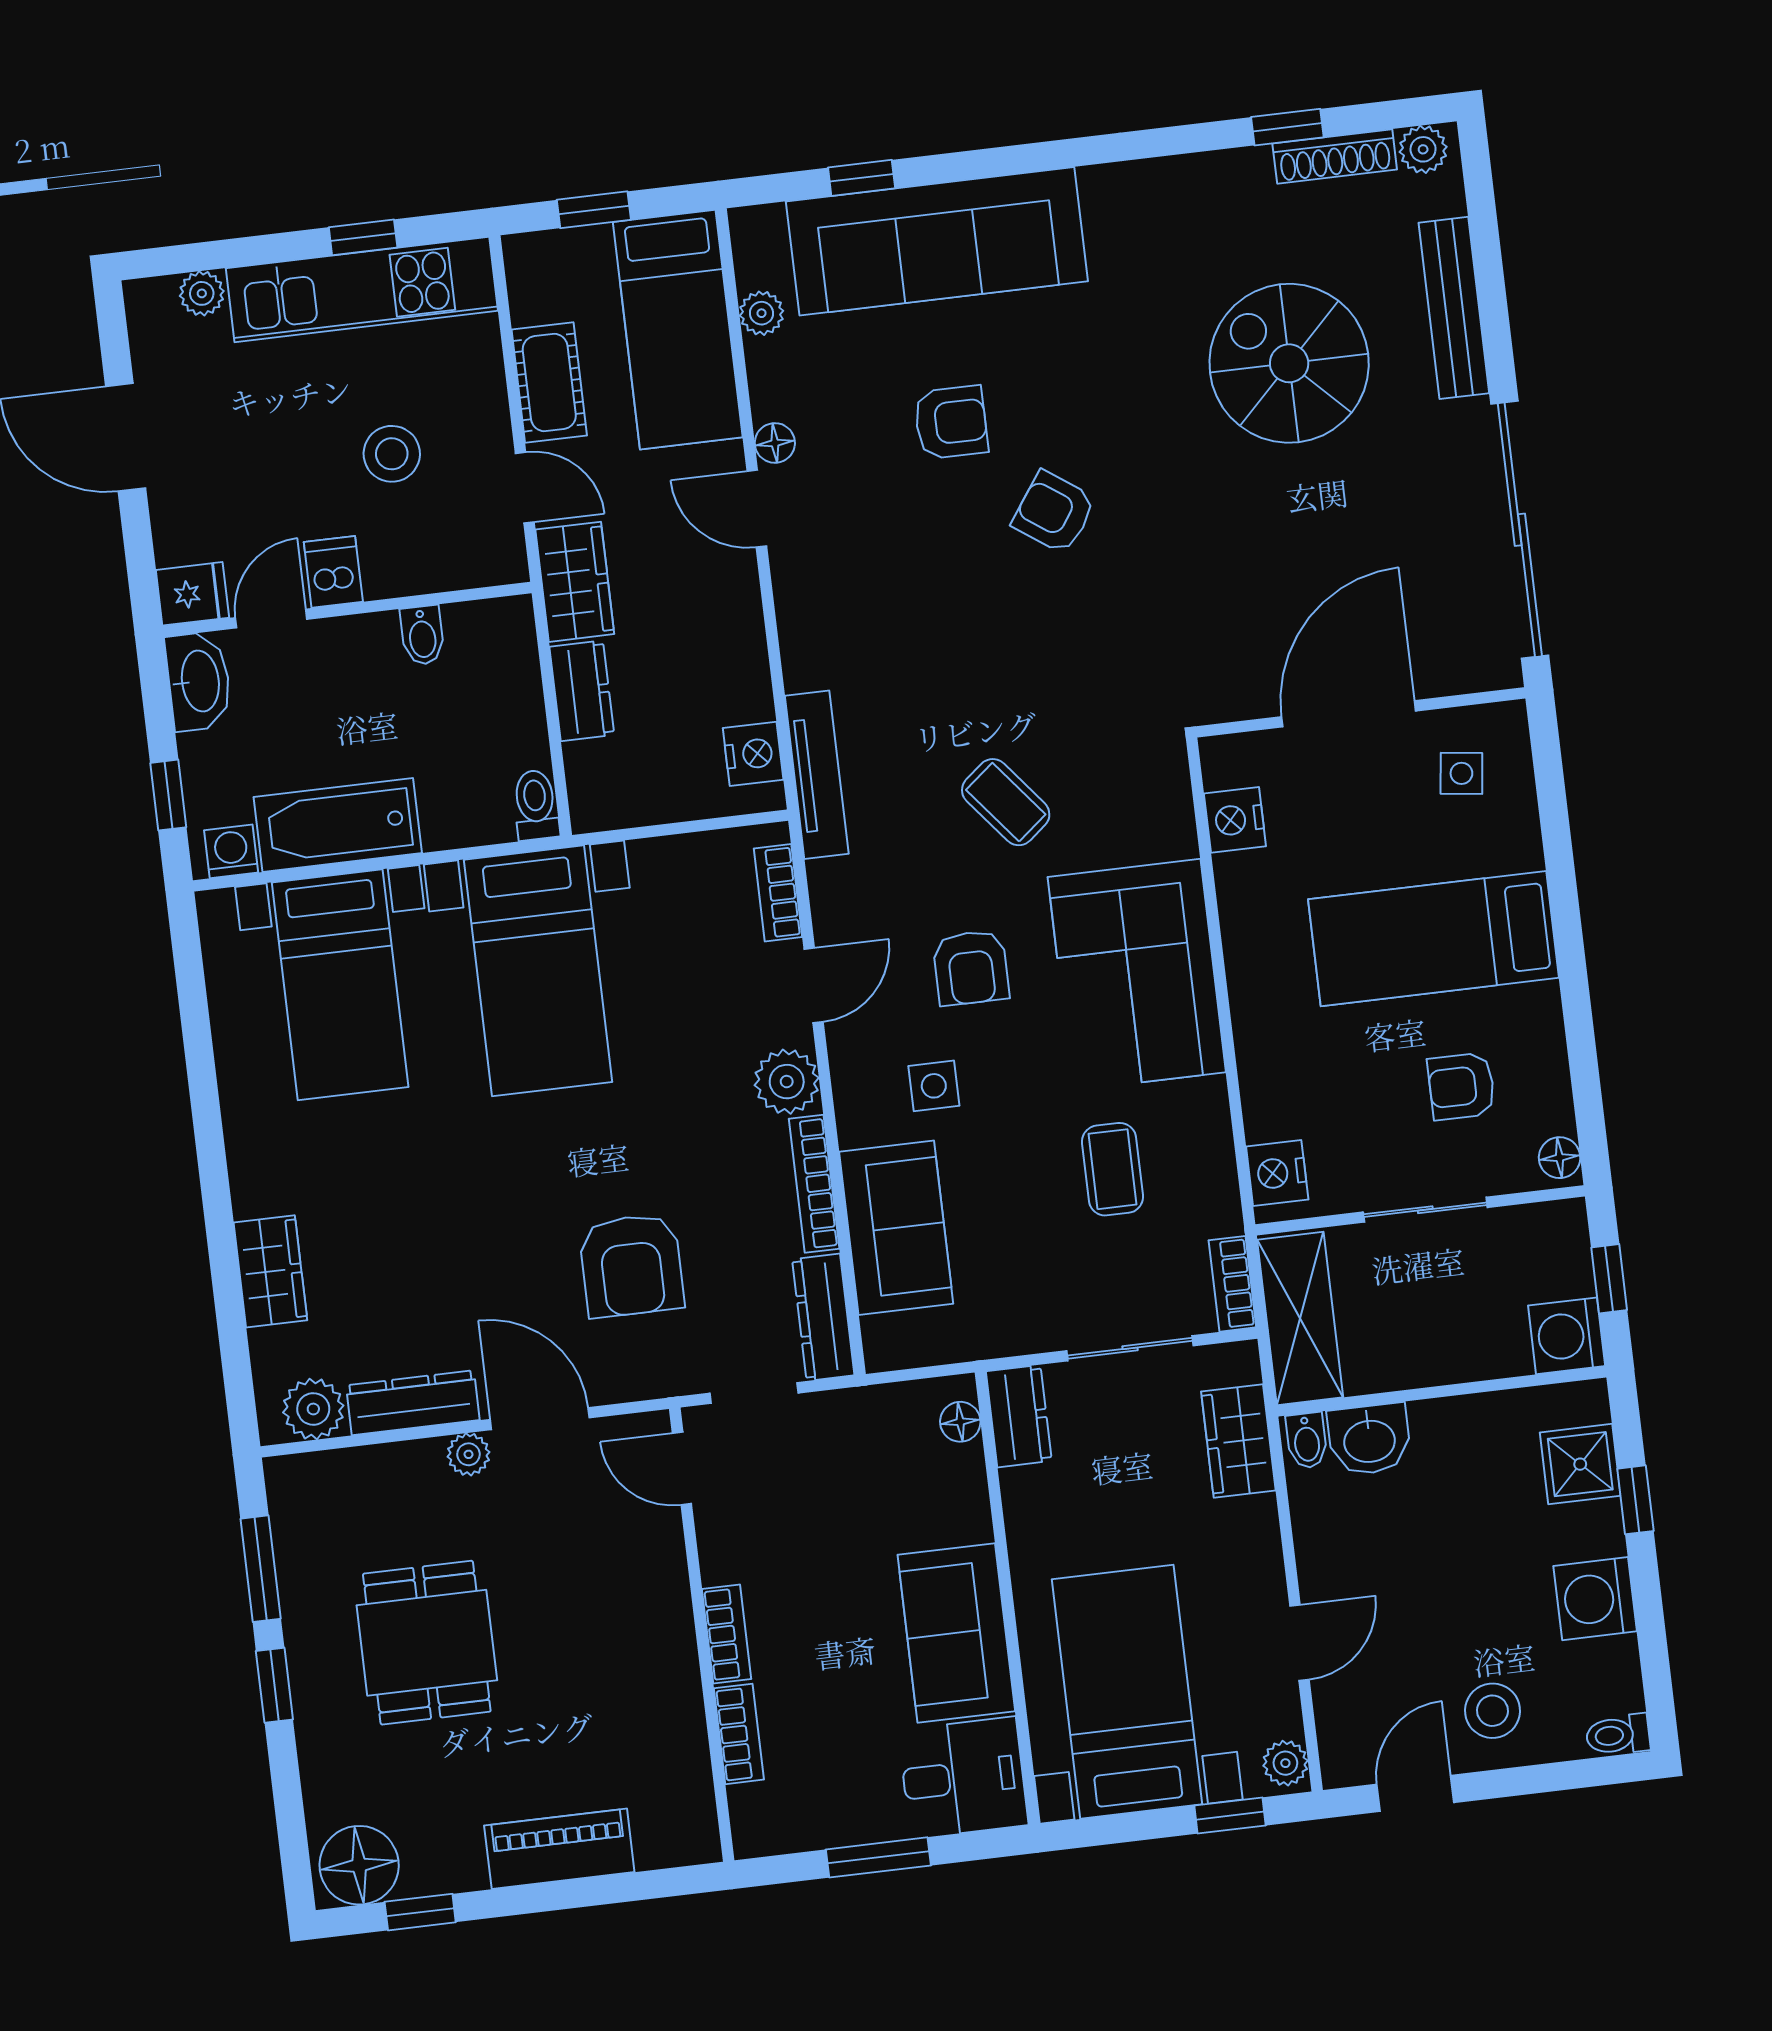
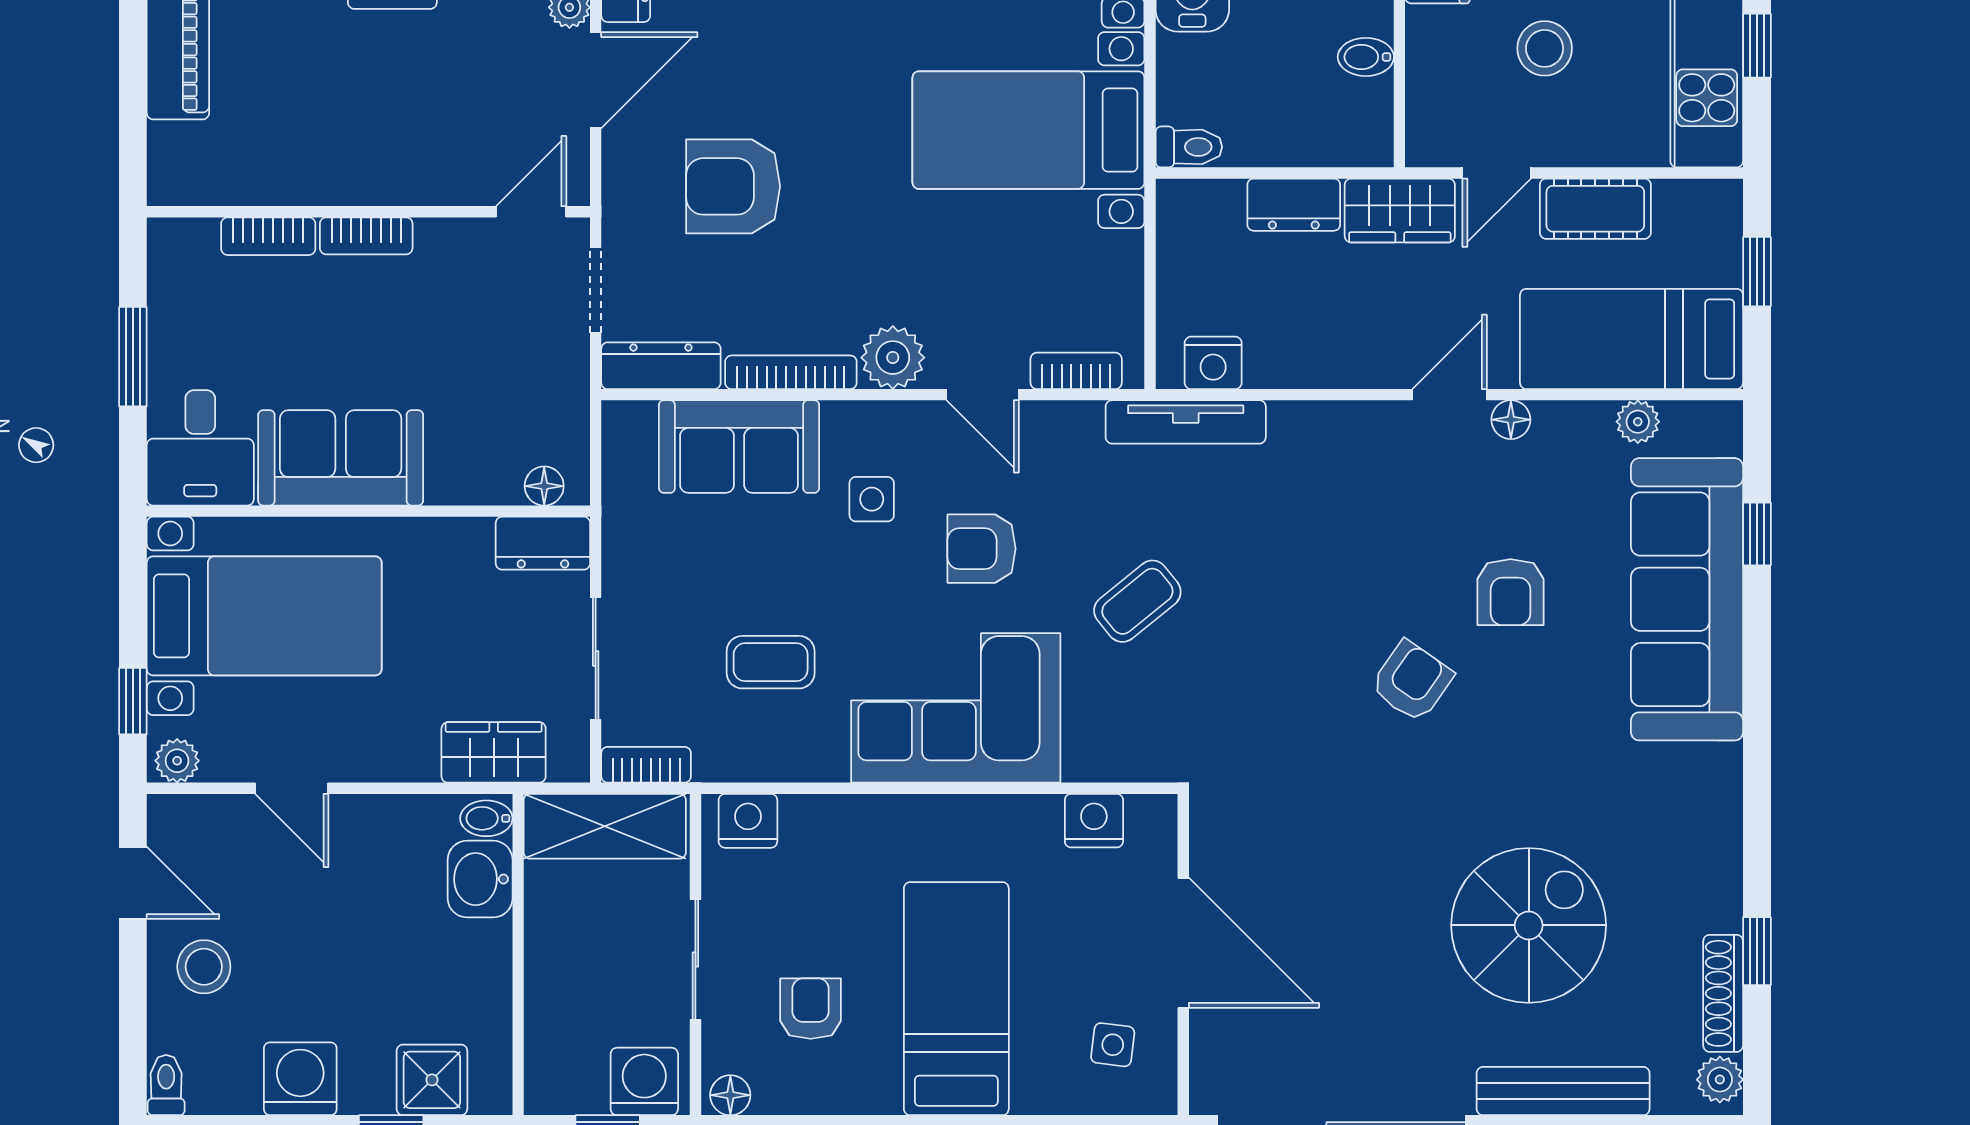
washing machine: (1567, 1336) -> (644, 1081), moved

